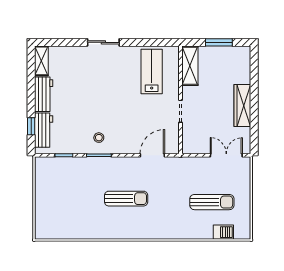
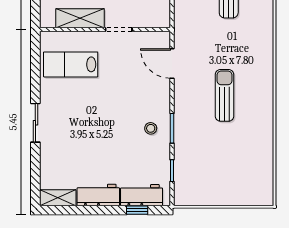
shelving: (190, 66) -> (80, 18), moved

